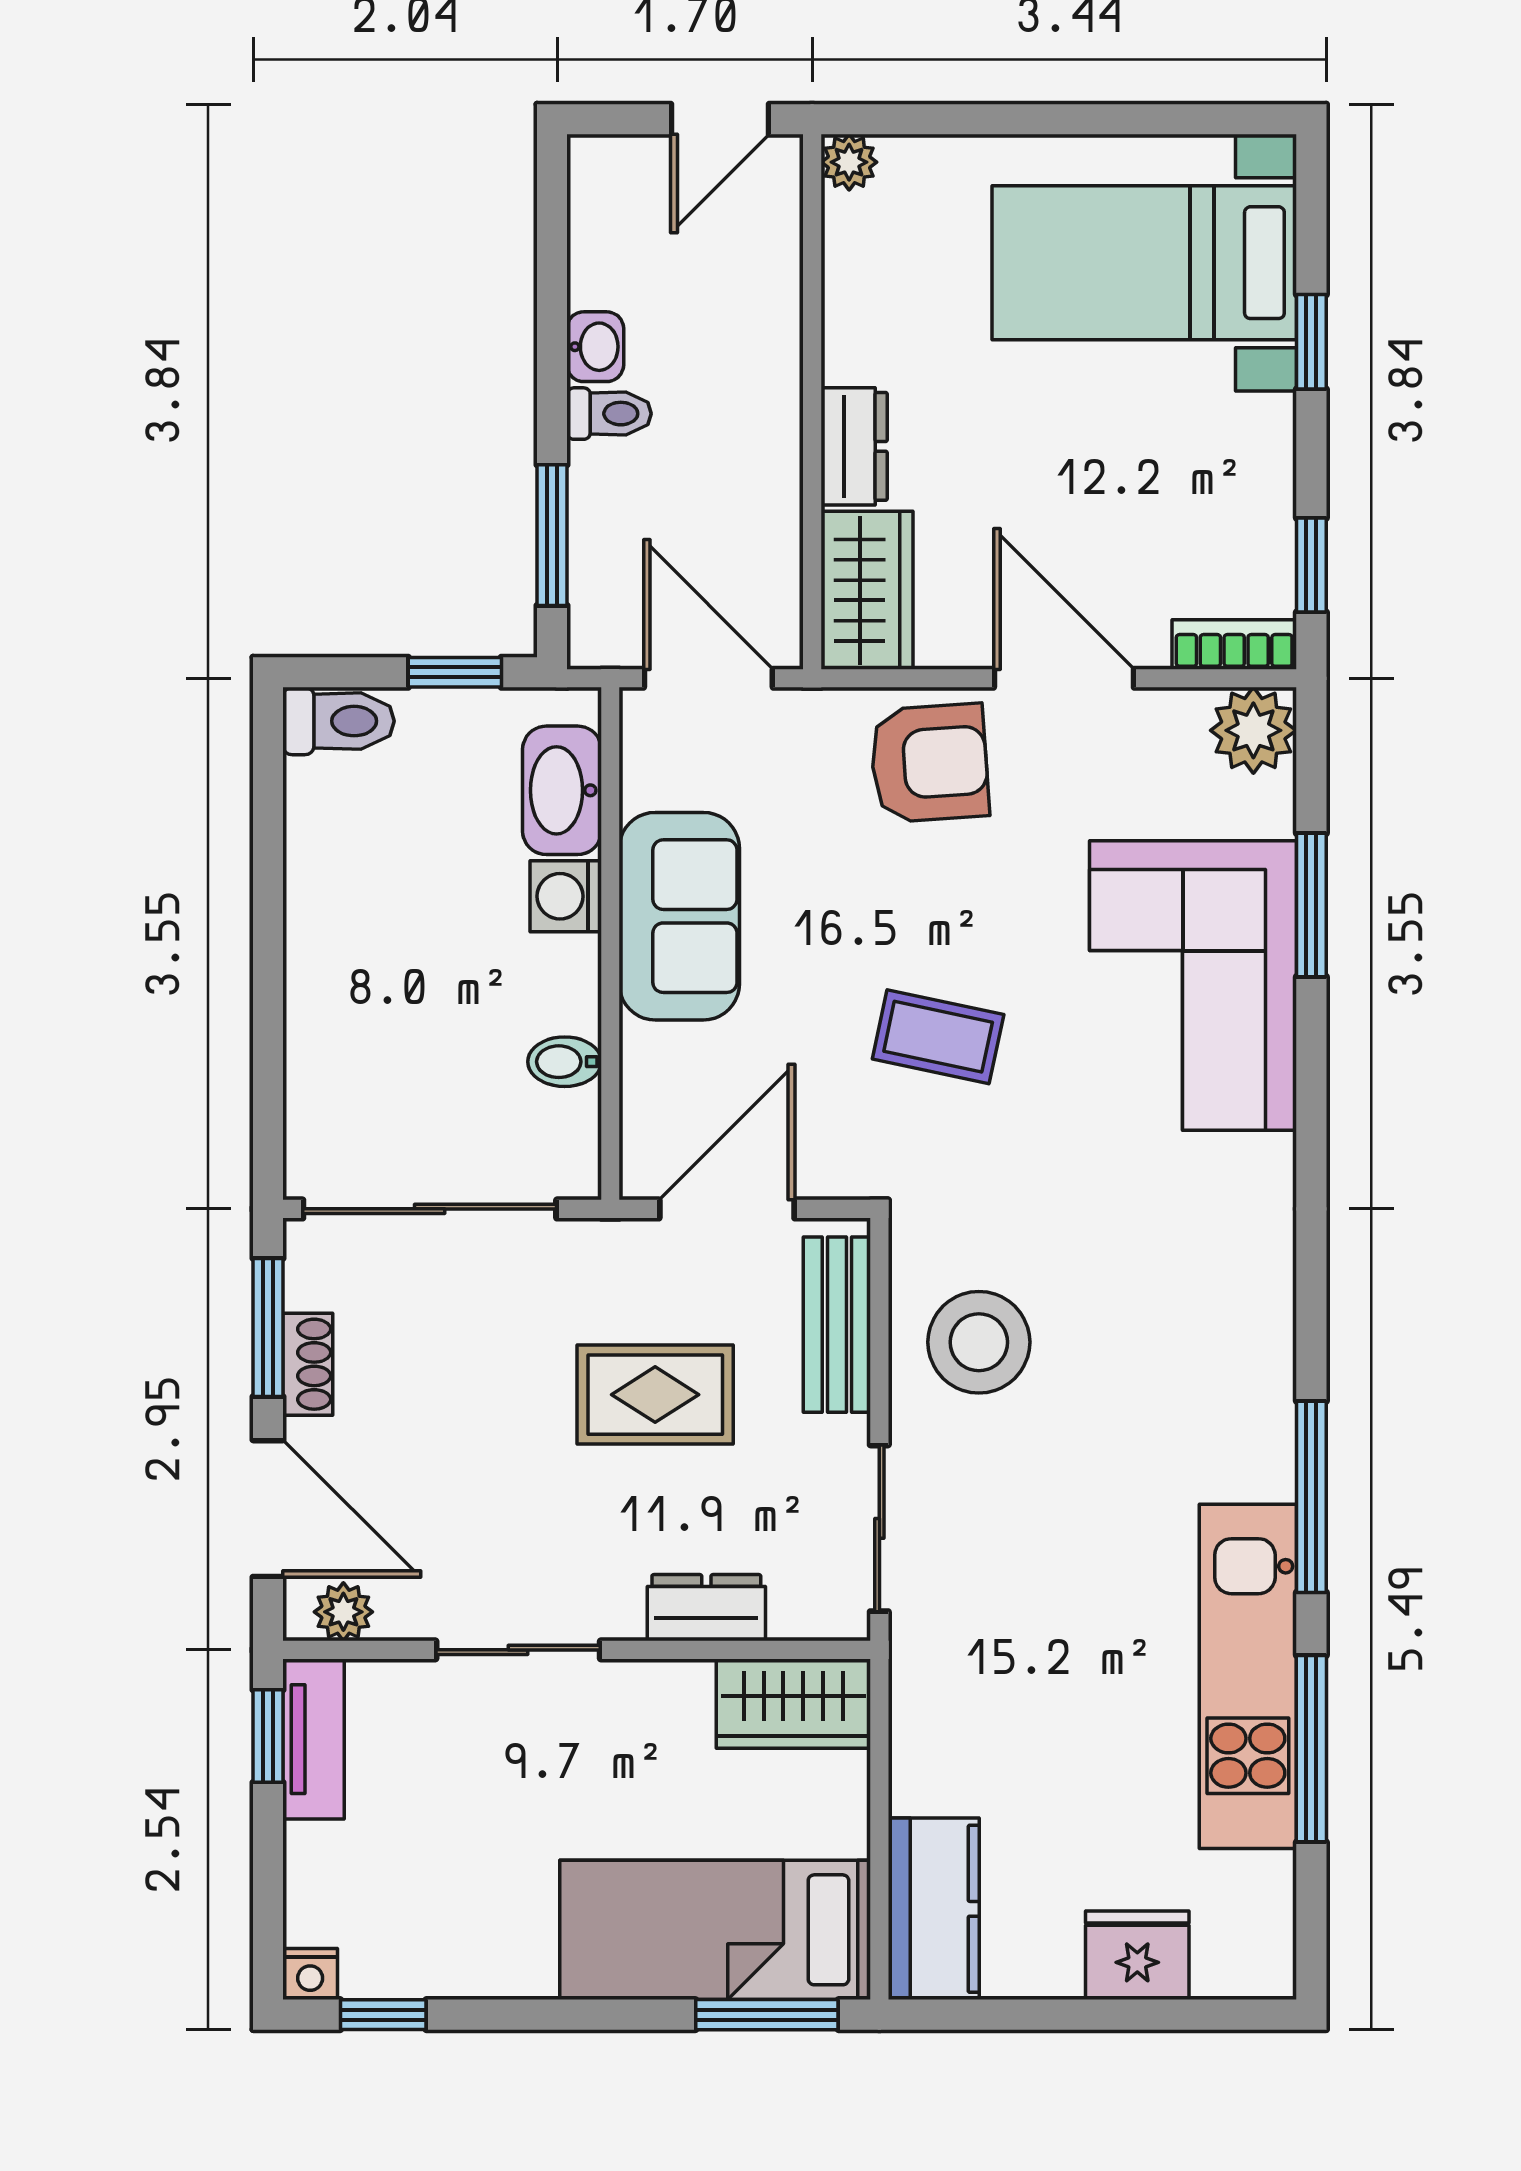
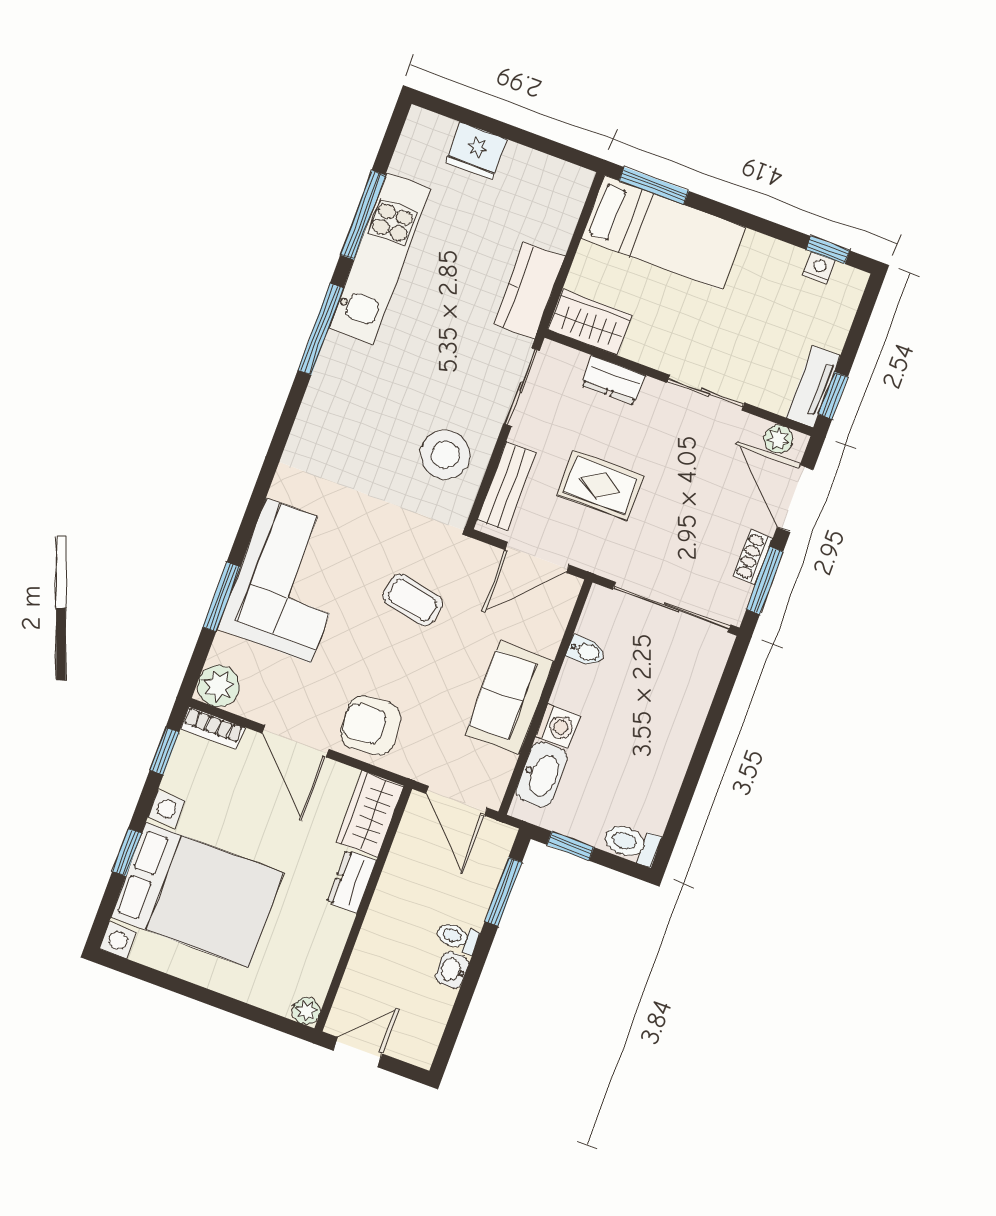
bed with nightstands: (1144, 263) -> (197, 895), width x1.36
kitchen counter: (934, 1909) -> (529, 291), moved
nightstand: (310, 1974) -> (819, 268), moved

